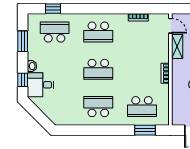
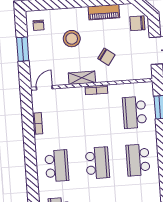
shelving: (177, 46) -> (82, 78), moved
school desk: (142, 107) -> (135, 112), turned 180

